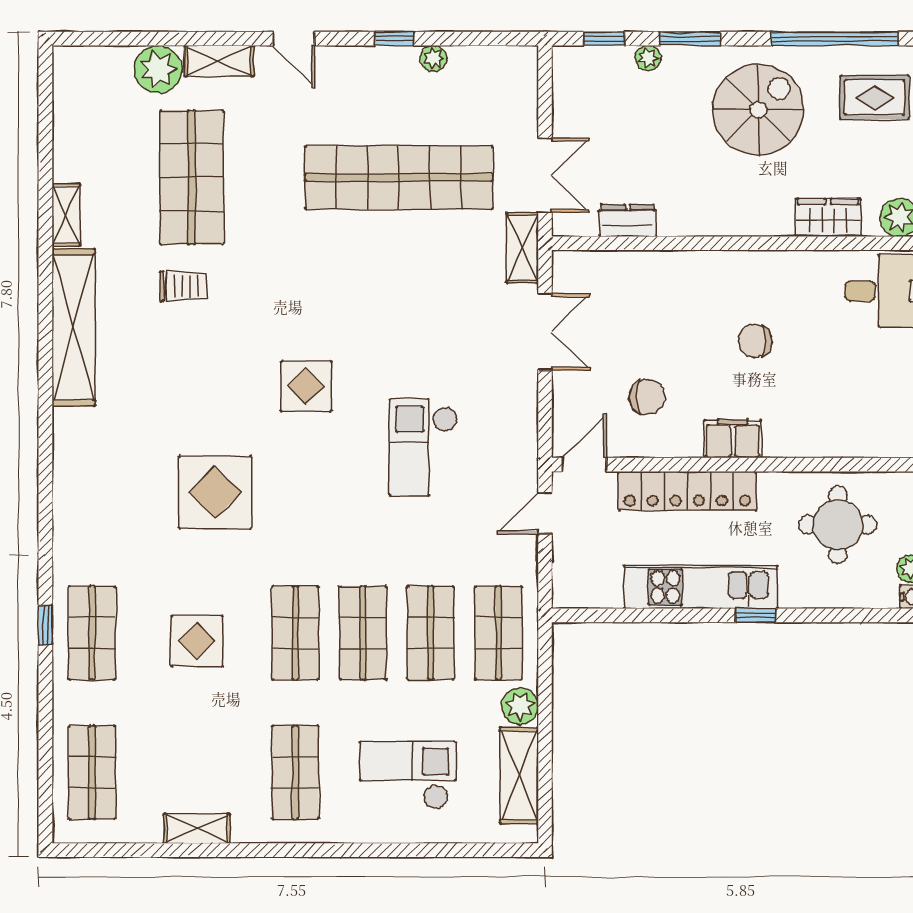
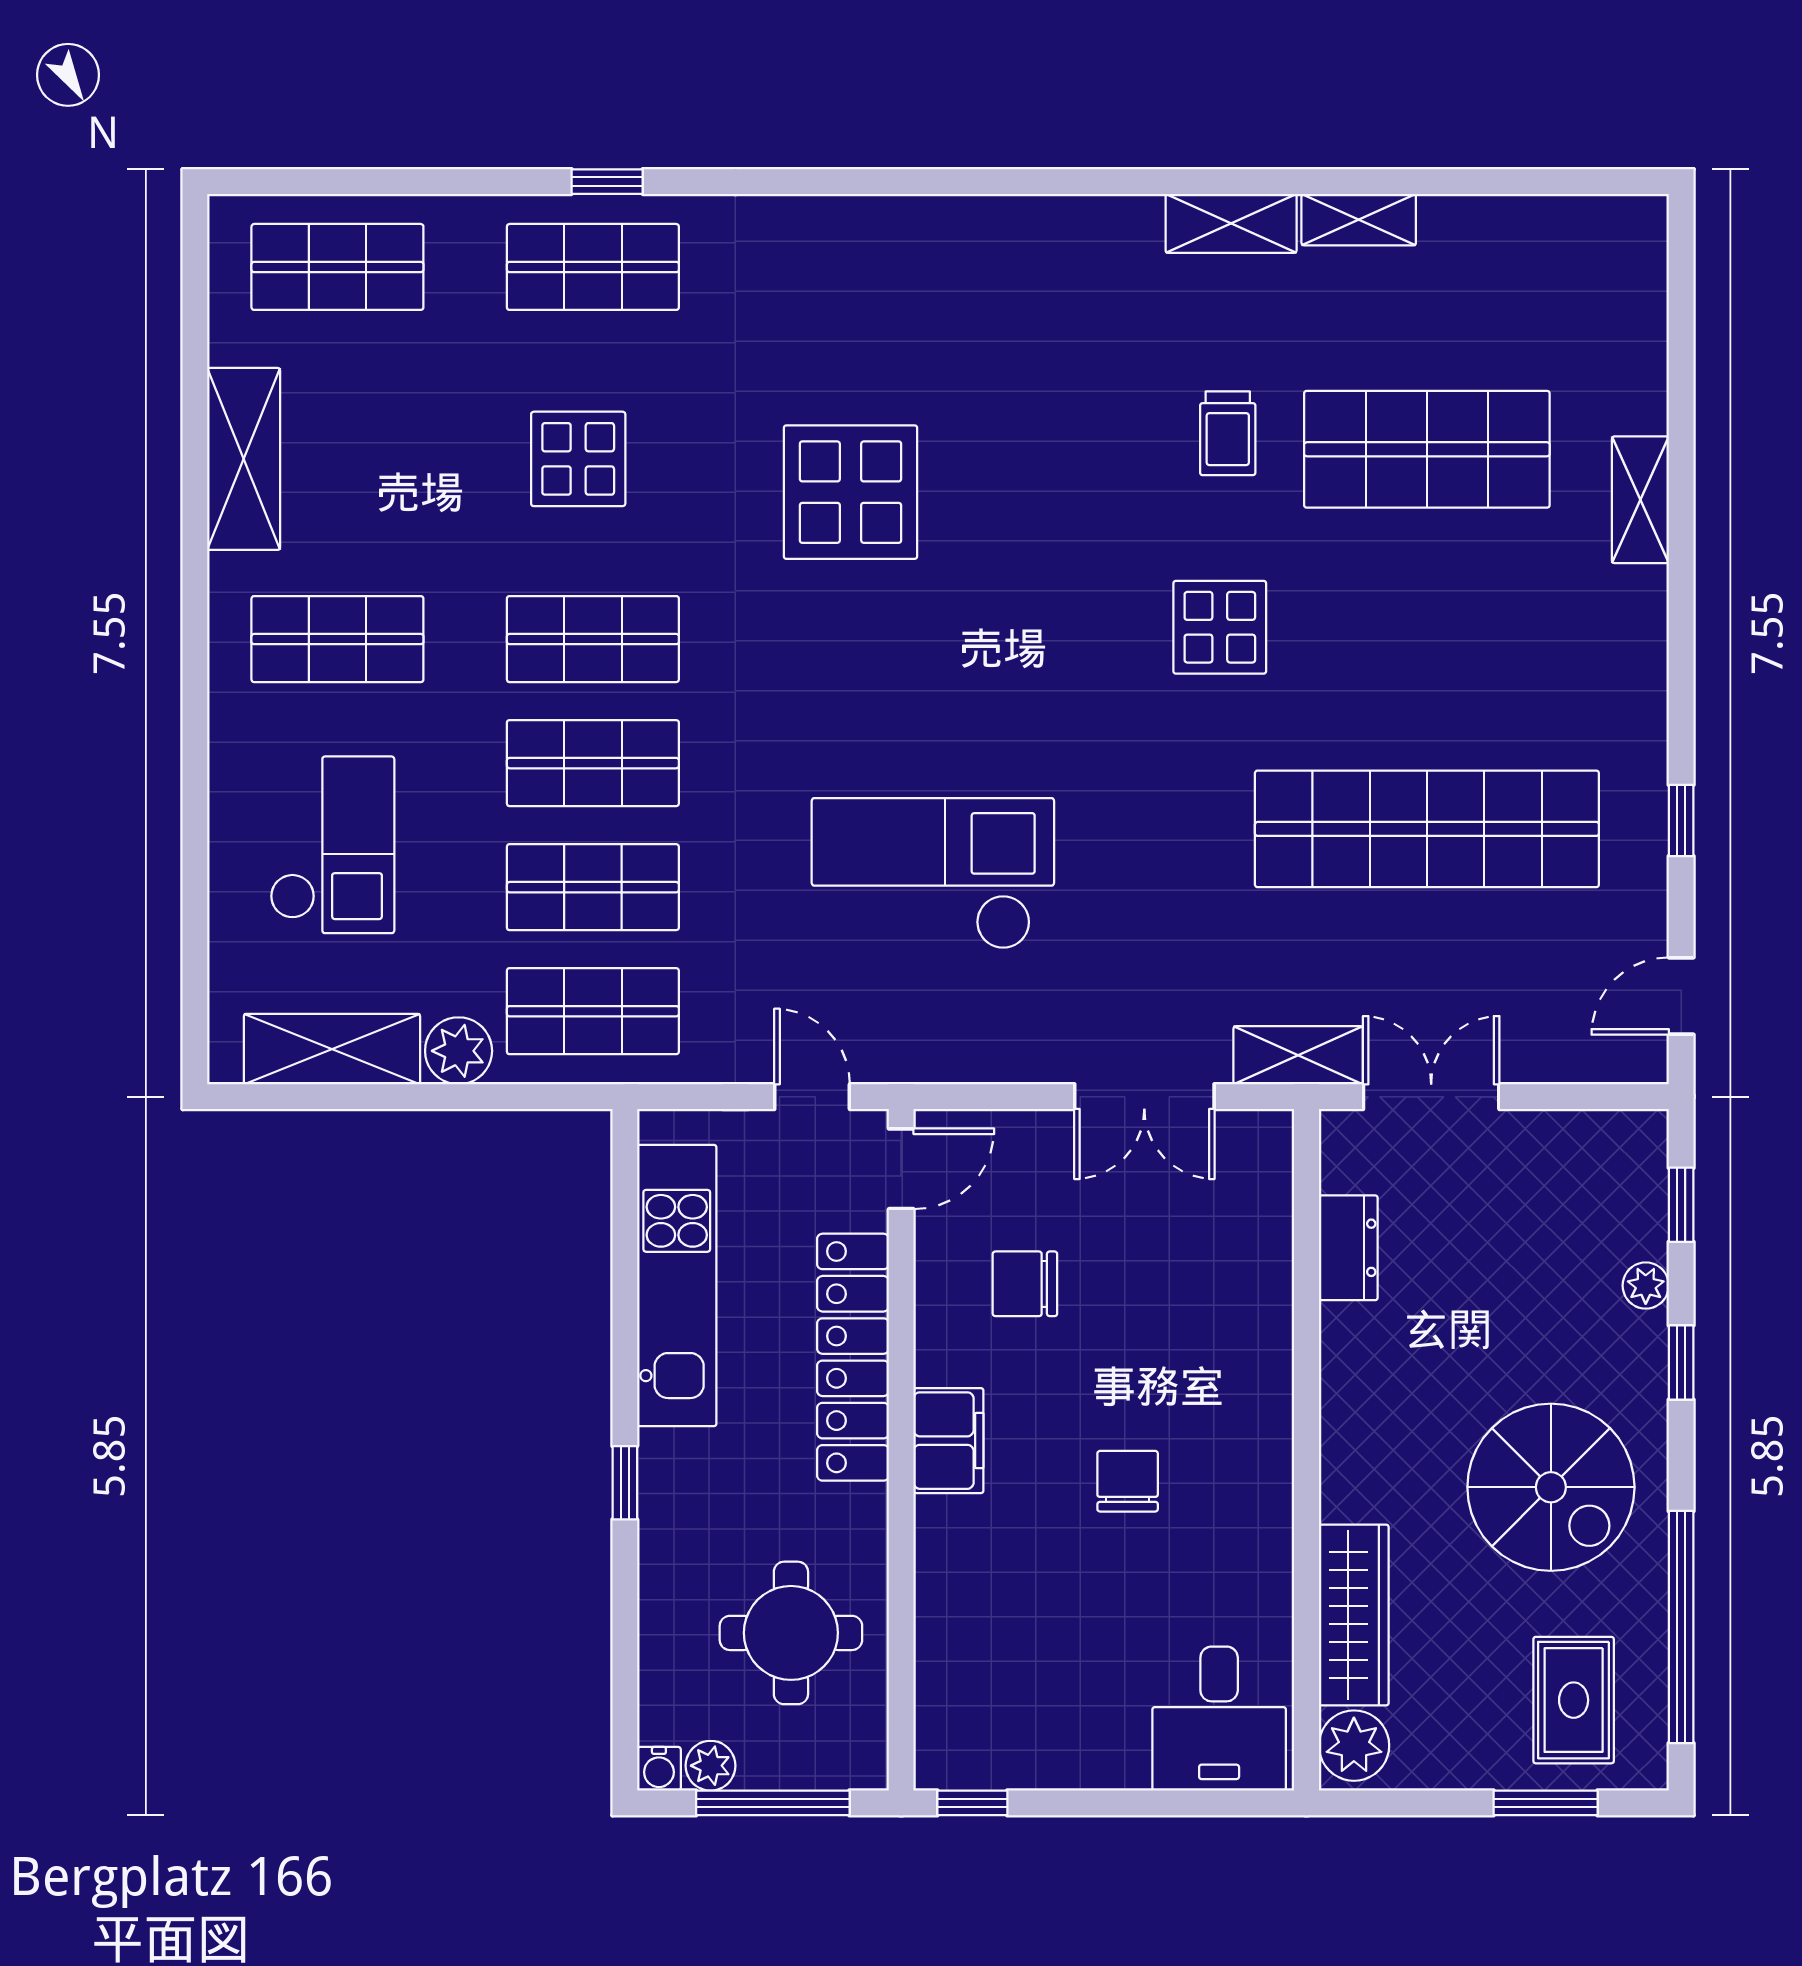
door: (294, 39) -> (1681, 996), moved
window: (690, 39) -> (1681, 1362), width x0.67
plant: (433, 58) -> (1645, 892), removed
plant: (158, 69) -> (1625, 388), removed
double door: (545, 175) -> (1431, 1097), swing flipped
shop shelf: (399, 177) -> (1427, 829), turned 90
wardrobe: (828, 217) -> (1354, 1615), width x1.50
shelving: (74, 327) -> (1231, 223), width x0.45, depth x0.75
display table: (306, 386) -> (1220, 627), moved
chair: (647, 397) -> (1025, 1284), turned 90
checkout: (423, 447) -> (933, 874), width x1.36, depth x1.21
door: (584, 465) -> (901, 1169), hinge flipped
kitchen unit: (701, 587) -> (677, 1286), moved
shelving: (197, 829) -> (244, 459), width x1.50, depth x1.33

